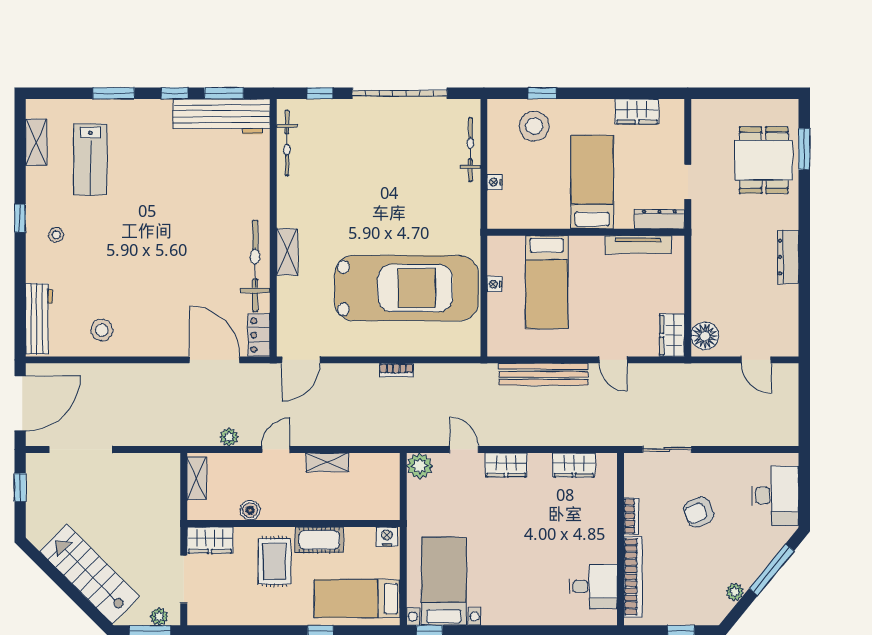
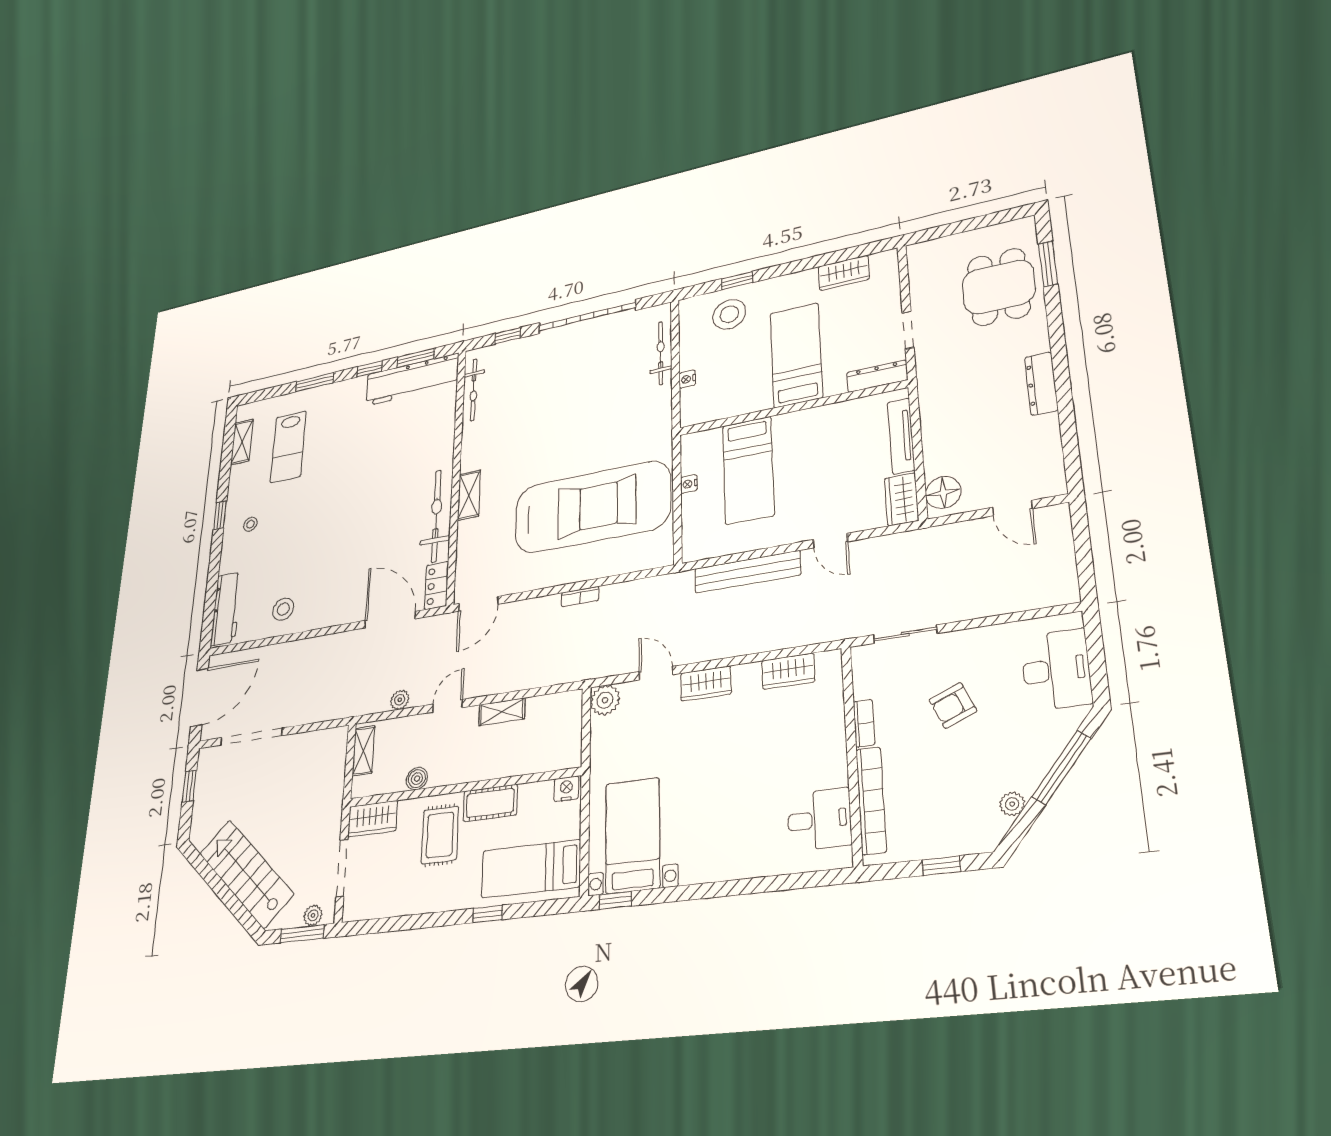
tv unit: (638, 245) -> (901, 436), moved, turned 90

